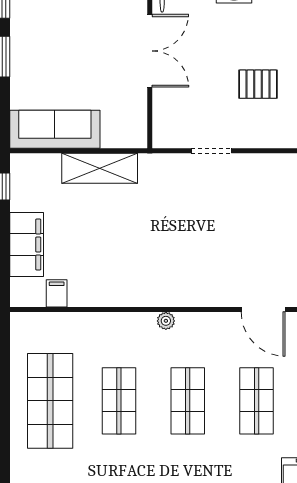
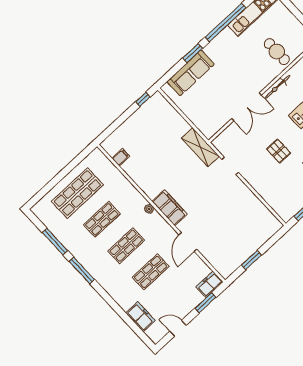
pallet: (258, 84) -> (279, 151), moved
sofa: (55, 129) -> (191, 73), moved, turned 90
shelving: (100, 168) -> (200, 147), moved
filing cabinet: (27, 245) -> (170, 208), moved, turned -90

